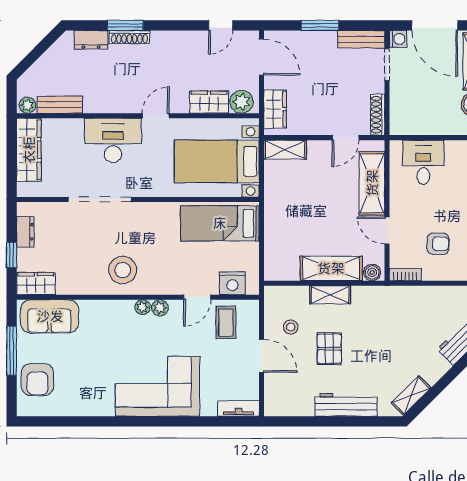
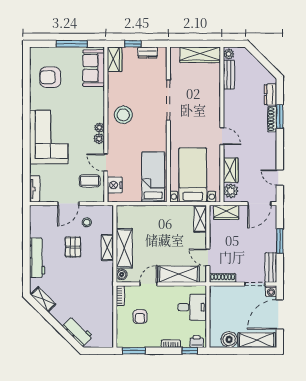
desk: (113, 140) -> (206, 109), removed
pallet: (329, 349) -> (73, 247), turned 90
armchair: (37, 380) -> (50, 77), moved

